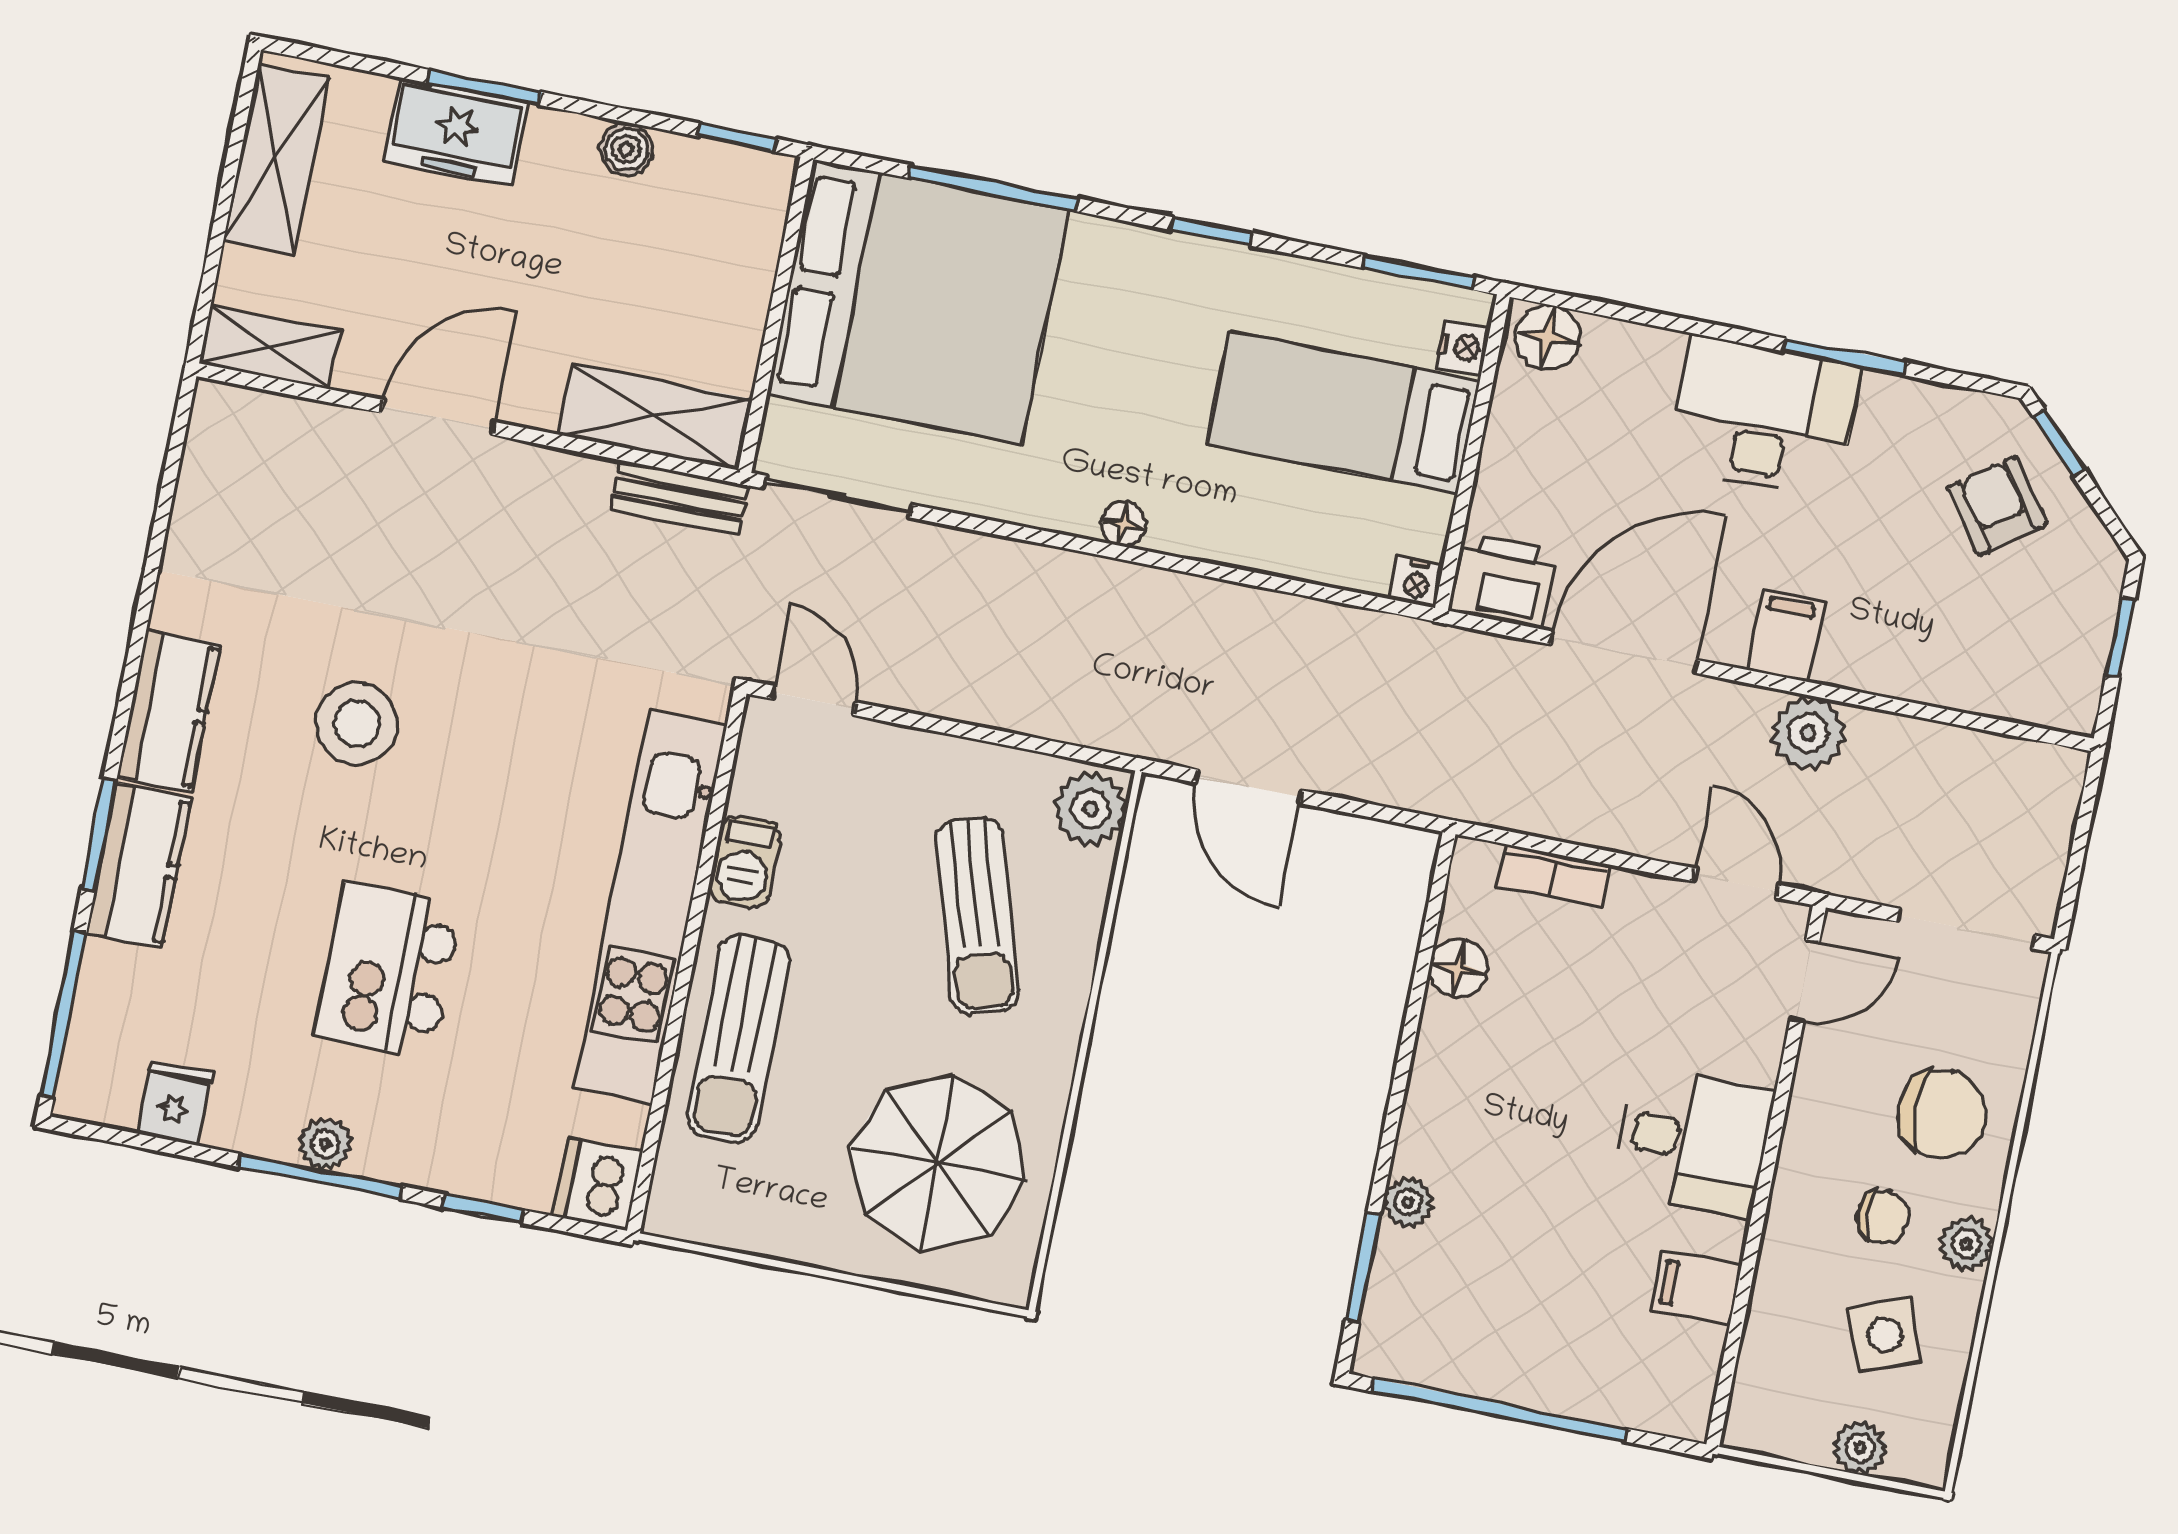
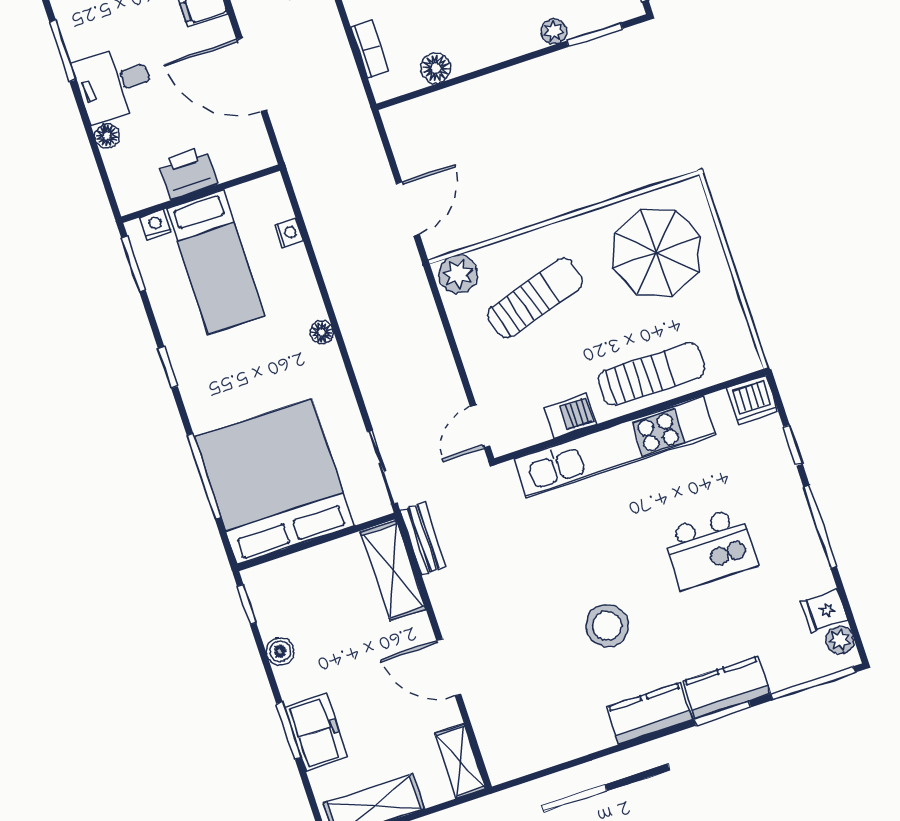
floor lamp: (1548, 337) -> (107, 136), moved, width x0.73, depth x0.73
desk: (1764, 417) -> (114, 83), width x0.73
printer: (1502, 581) -> (188, 173), moved, turned 90
nightstand: (1416, 582) -> (289, 233), moved
plant: (325, 1144) -> (840, 640), moved

